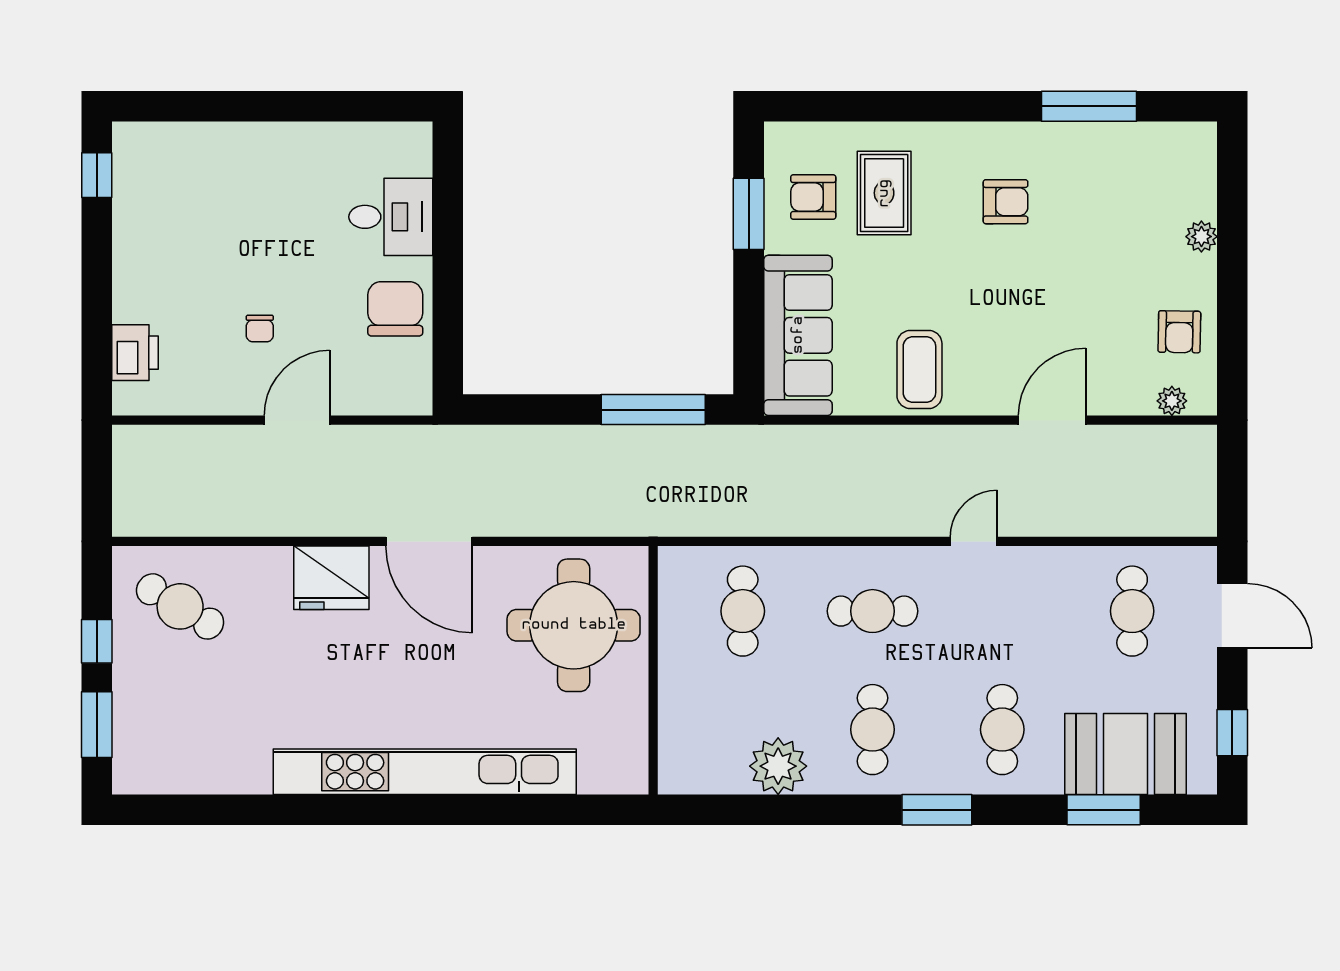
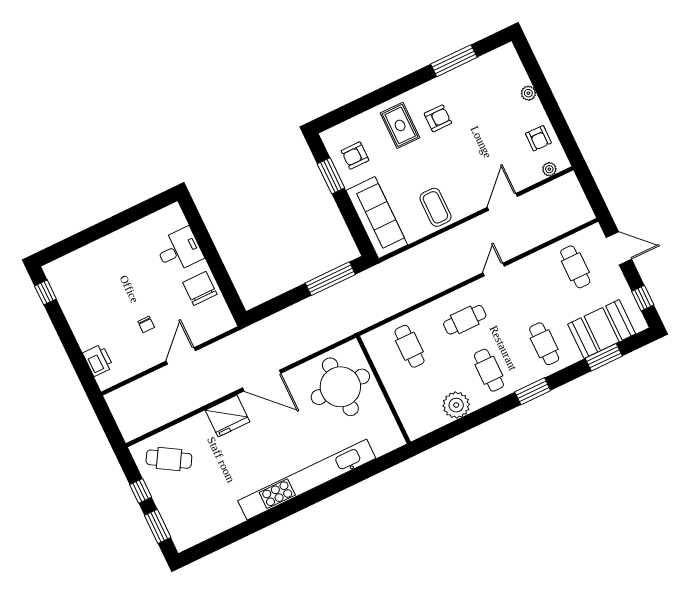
rug: (884, 193) -> (400, 125), moved

